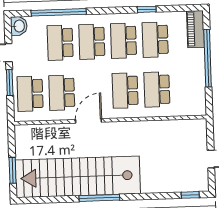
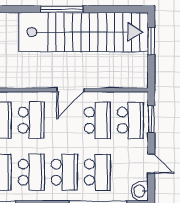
window: (10, 83) -> (151, 119), moved

